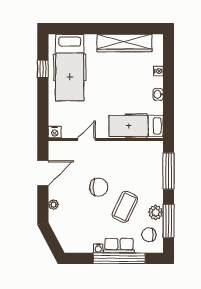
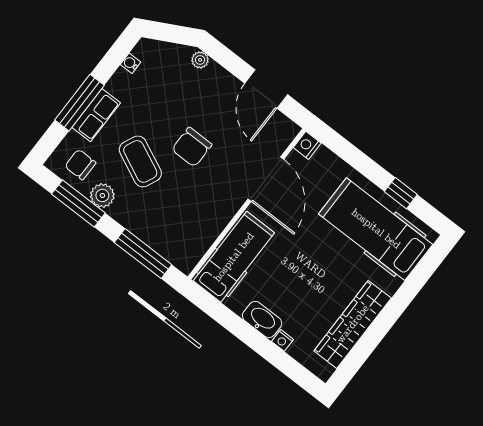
washbasin: (158, 94) -> (262, 319), width x1.91, depth x1.45
door: (87, 139) -> (266, 179), width x1.87
plant: (53, 205) -> (200, 60), moved
chair: (149, 235) -> (80, 165), turned -90
water cooler: (98, 248) -> (130, 63), moved
window: (119, 258) -> (79, 103), width x0.68

